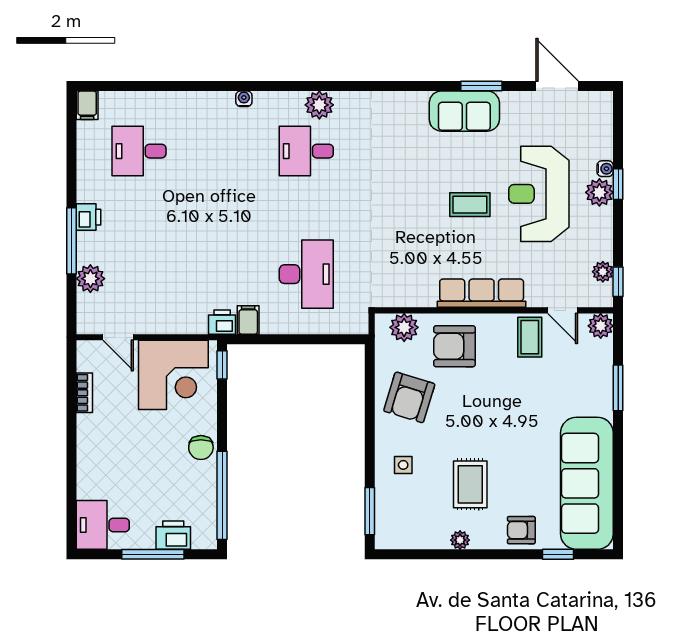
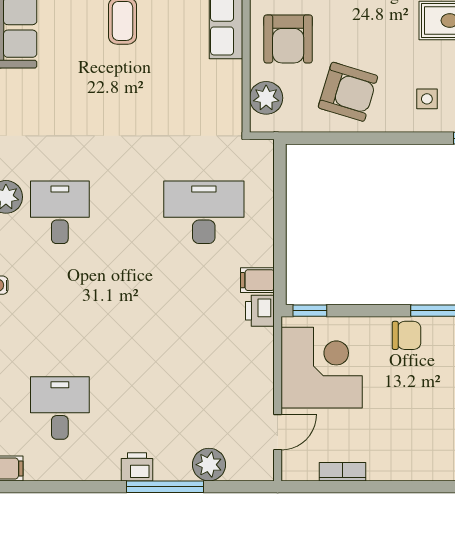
desk: (139, 151) -> (60, 408), turned 180
desk: (306, 151) -> (60, 212), turned 180

